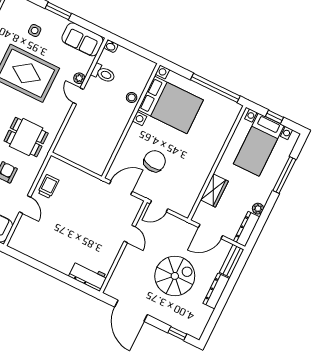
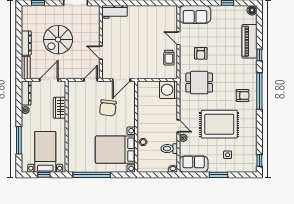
washing machine: (68, 147) -> (169, 90), added

